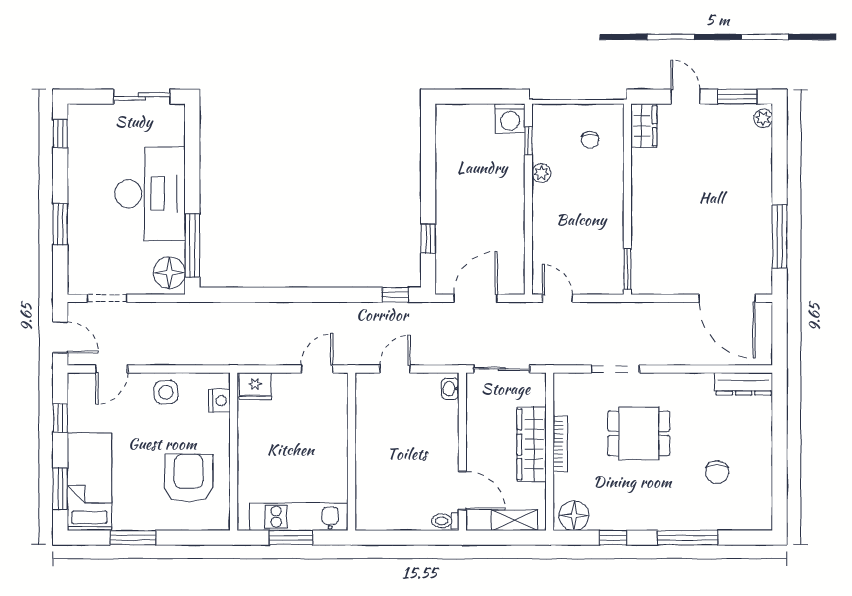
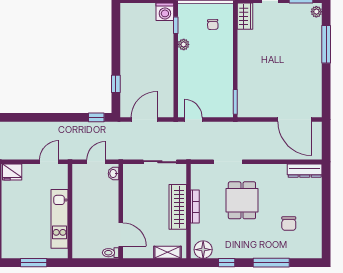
window: (780, 237) -> (326, 44), moved
washbasin: (450, 389) -> (113, 174), moved
dining table: (639, 433) -> (242, 200), turned 90
wall: (462, 452) -> (121, 211), moved
door: (462, 490) -> (121, 234), moved
kitchen unit: (299, 517) -> (60, 219), moved, turned -90
toilet: (445, 521) -> (111, 253), moved

